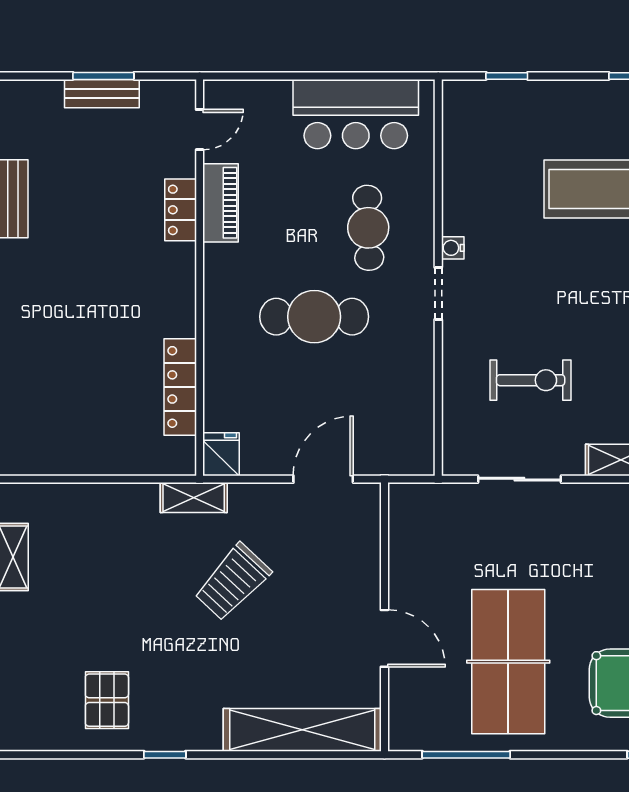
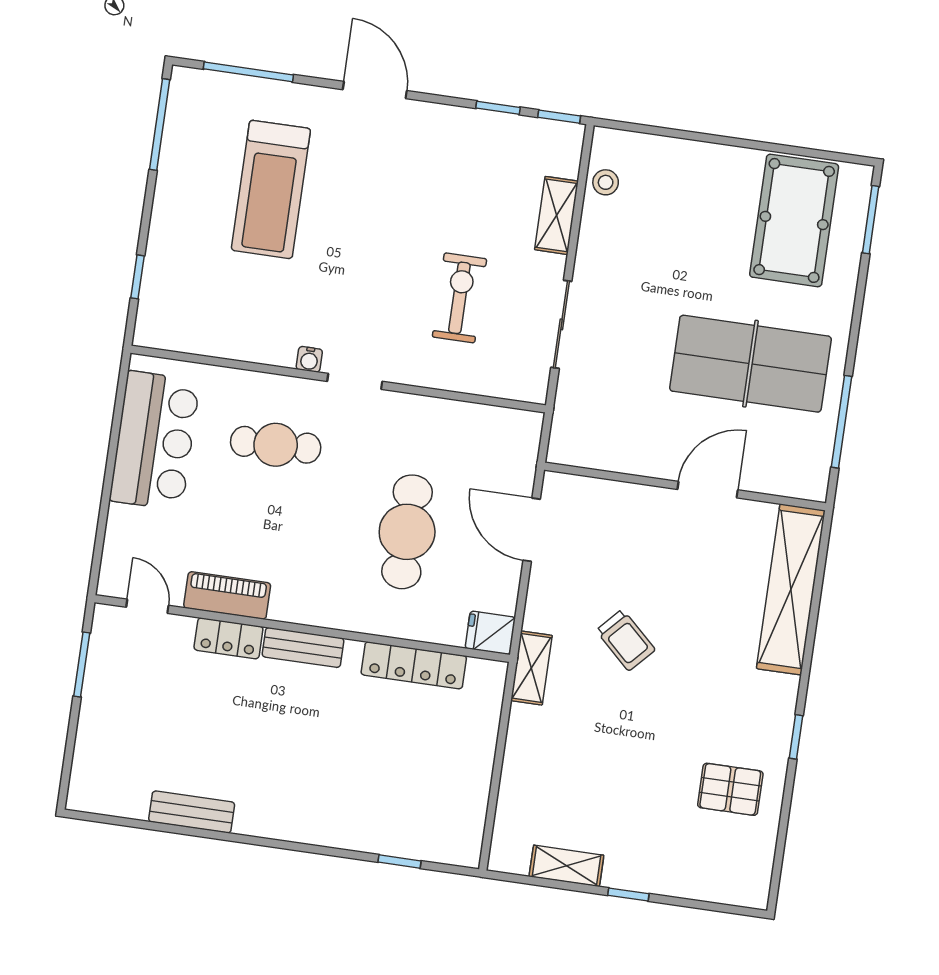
window: (103, 76) -> (82, 664), moved
bench: (102, 94) -> (303, 647), moved, turned 90
cafe table: (314, 317) -> (407, 532), moved
trolley: (232, 582) -> (626, 640), width x0.73, depth x0.72

